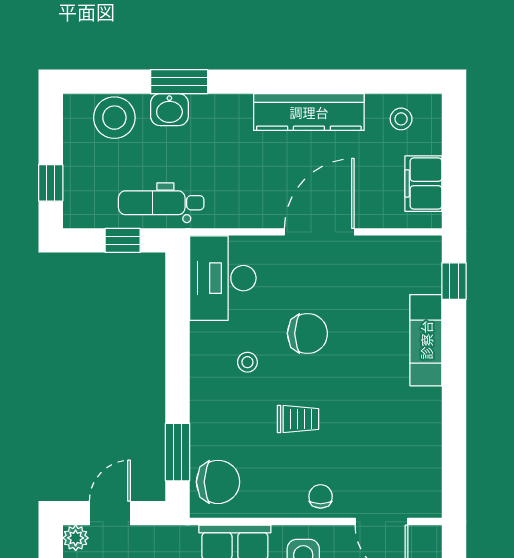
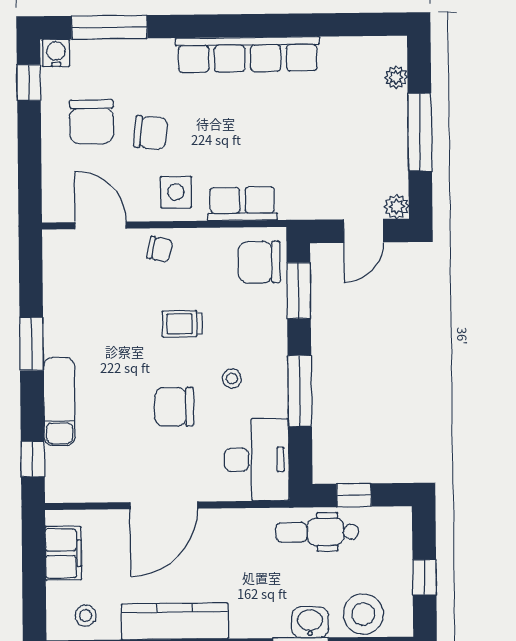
window: (51, 183) -> (424, 577), moved
dental chair: (161, 203) -> (317, 532), turned 180
window: (178, 348) -> (300, 391), added
window: (454, 400) -> (32, 344), added
chair: (321, 496) -> (160, 249), turned -78

